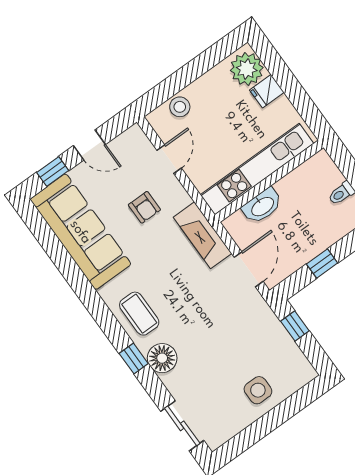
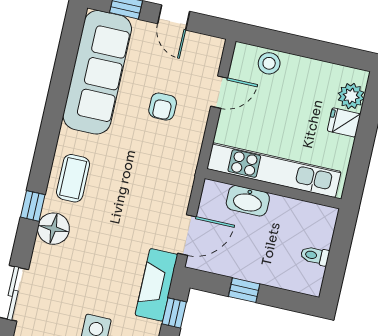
plant: (247, 69) -> (351, 96), width x0.73, depth x0.73
fireplace: (203, 235) -> (156, 285), moved

